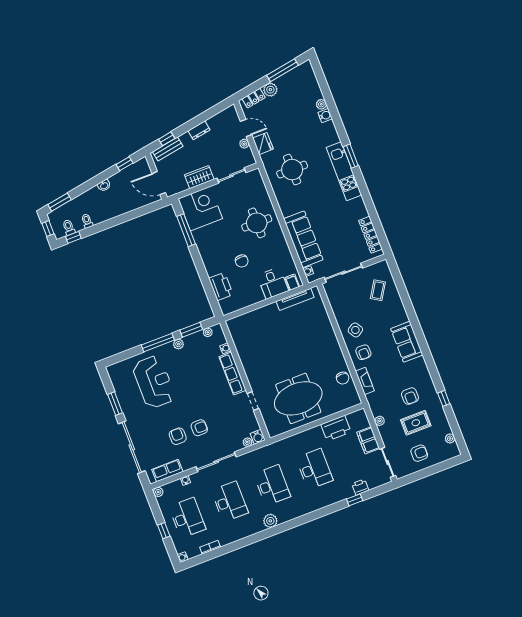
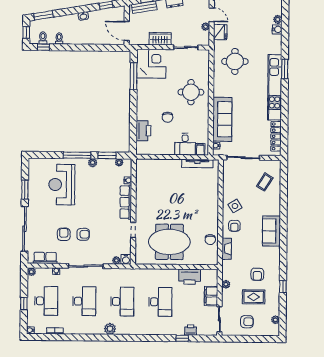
kitchen unit: (344, 171) -> (275, 87), width x1.36
reception desk: (154, 382) -> (62, 185), turned 180

